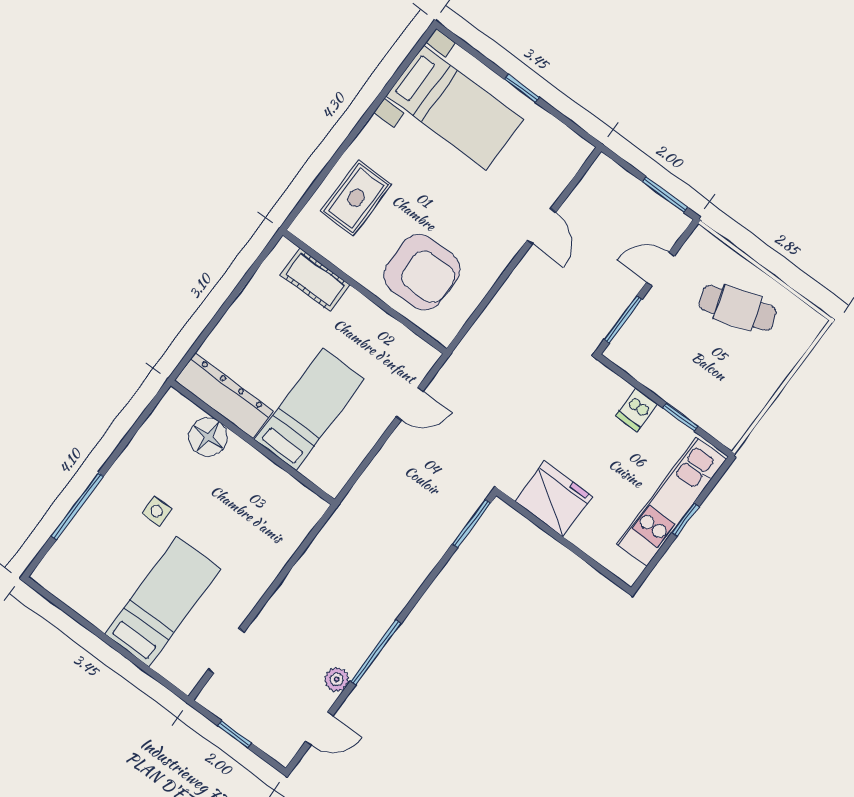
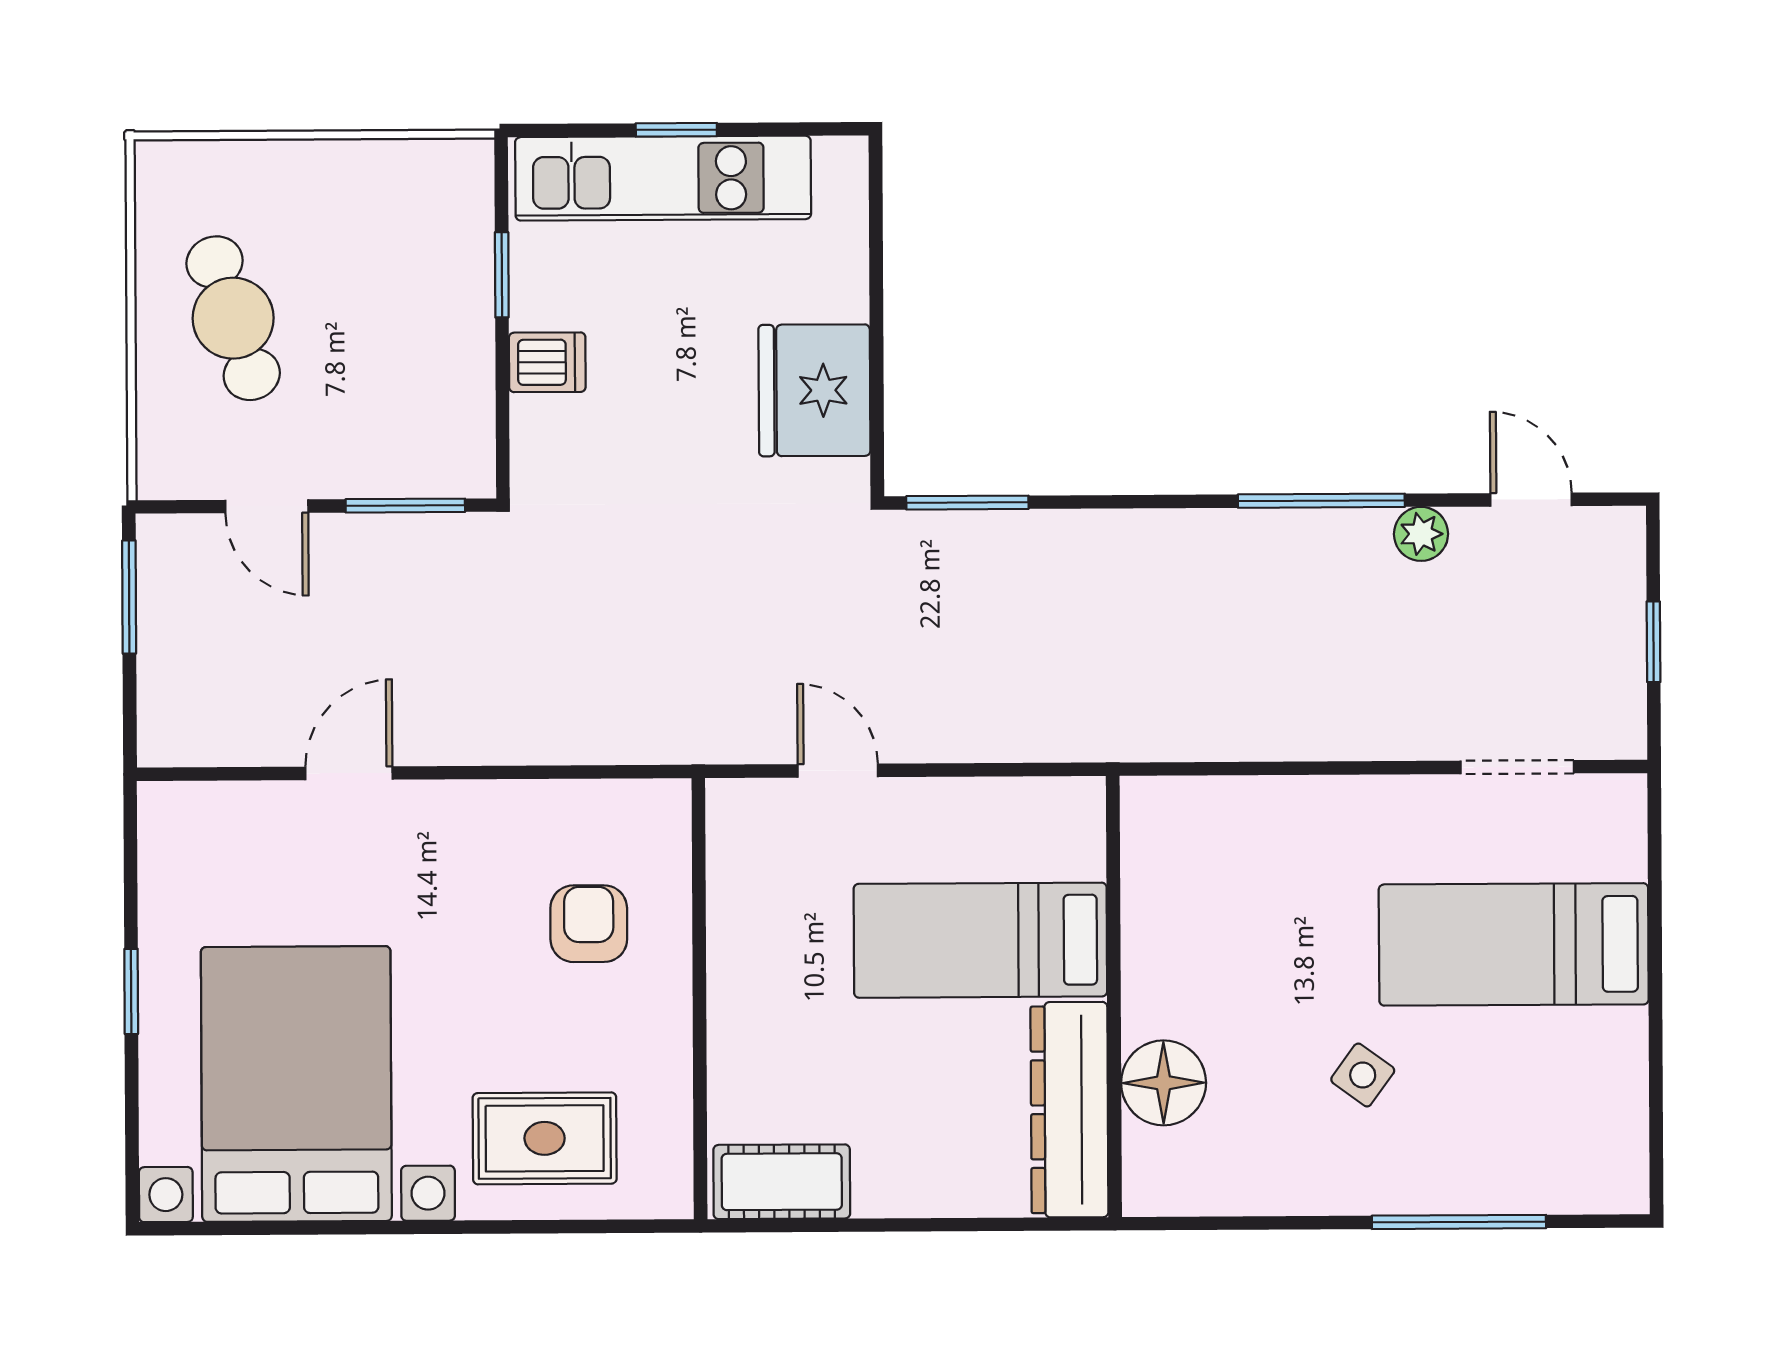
bed with nightstands: (455, 108) -> (296, 1084), width x1.36
armchair: (422, 272) -> (589, 924), width x0.53, depth x0.53
cot: (315, 280) -> (782, 1182), moved, turned 90
side table: (157, 511) -> (1363, 1075), turned 36

